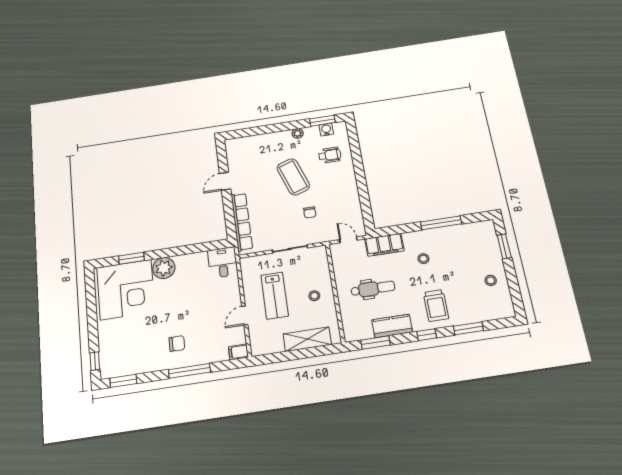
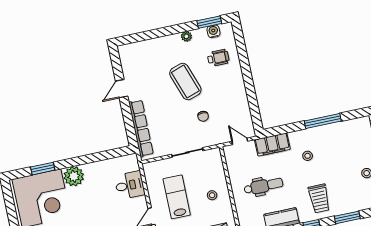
desk: (223, 262) -> (130, 185), moved, turned 90
lab bench: (275, 296) -> (177, 197), turned 180

